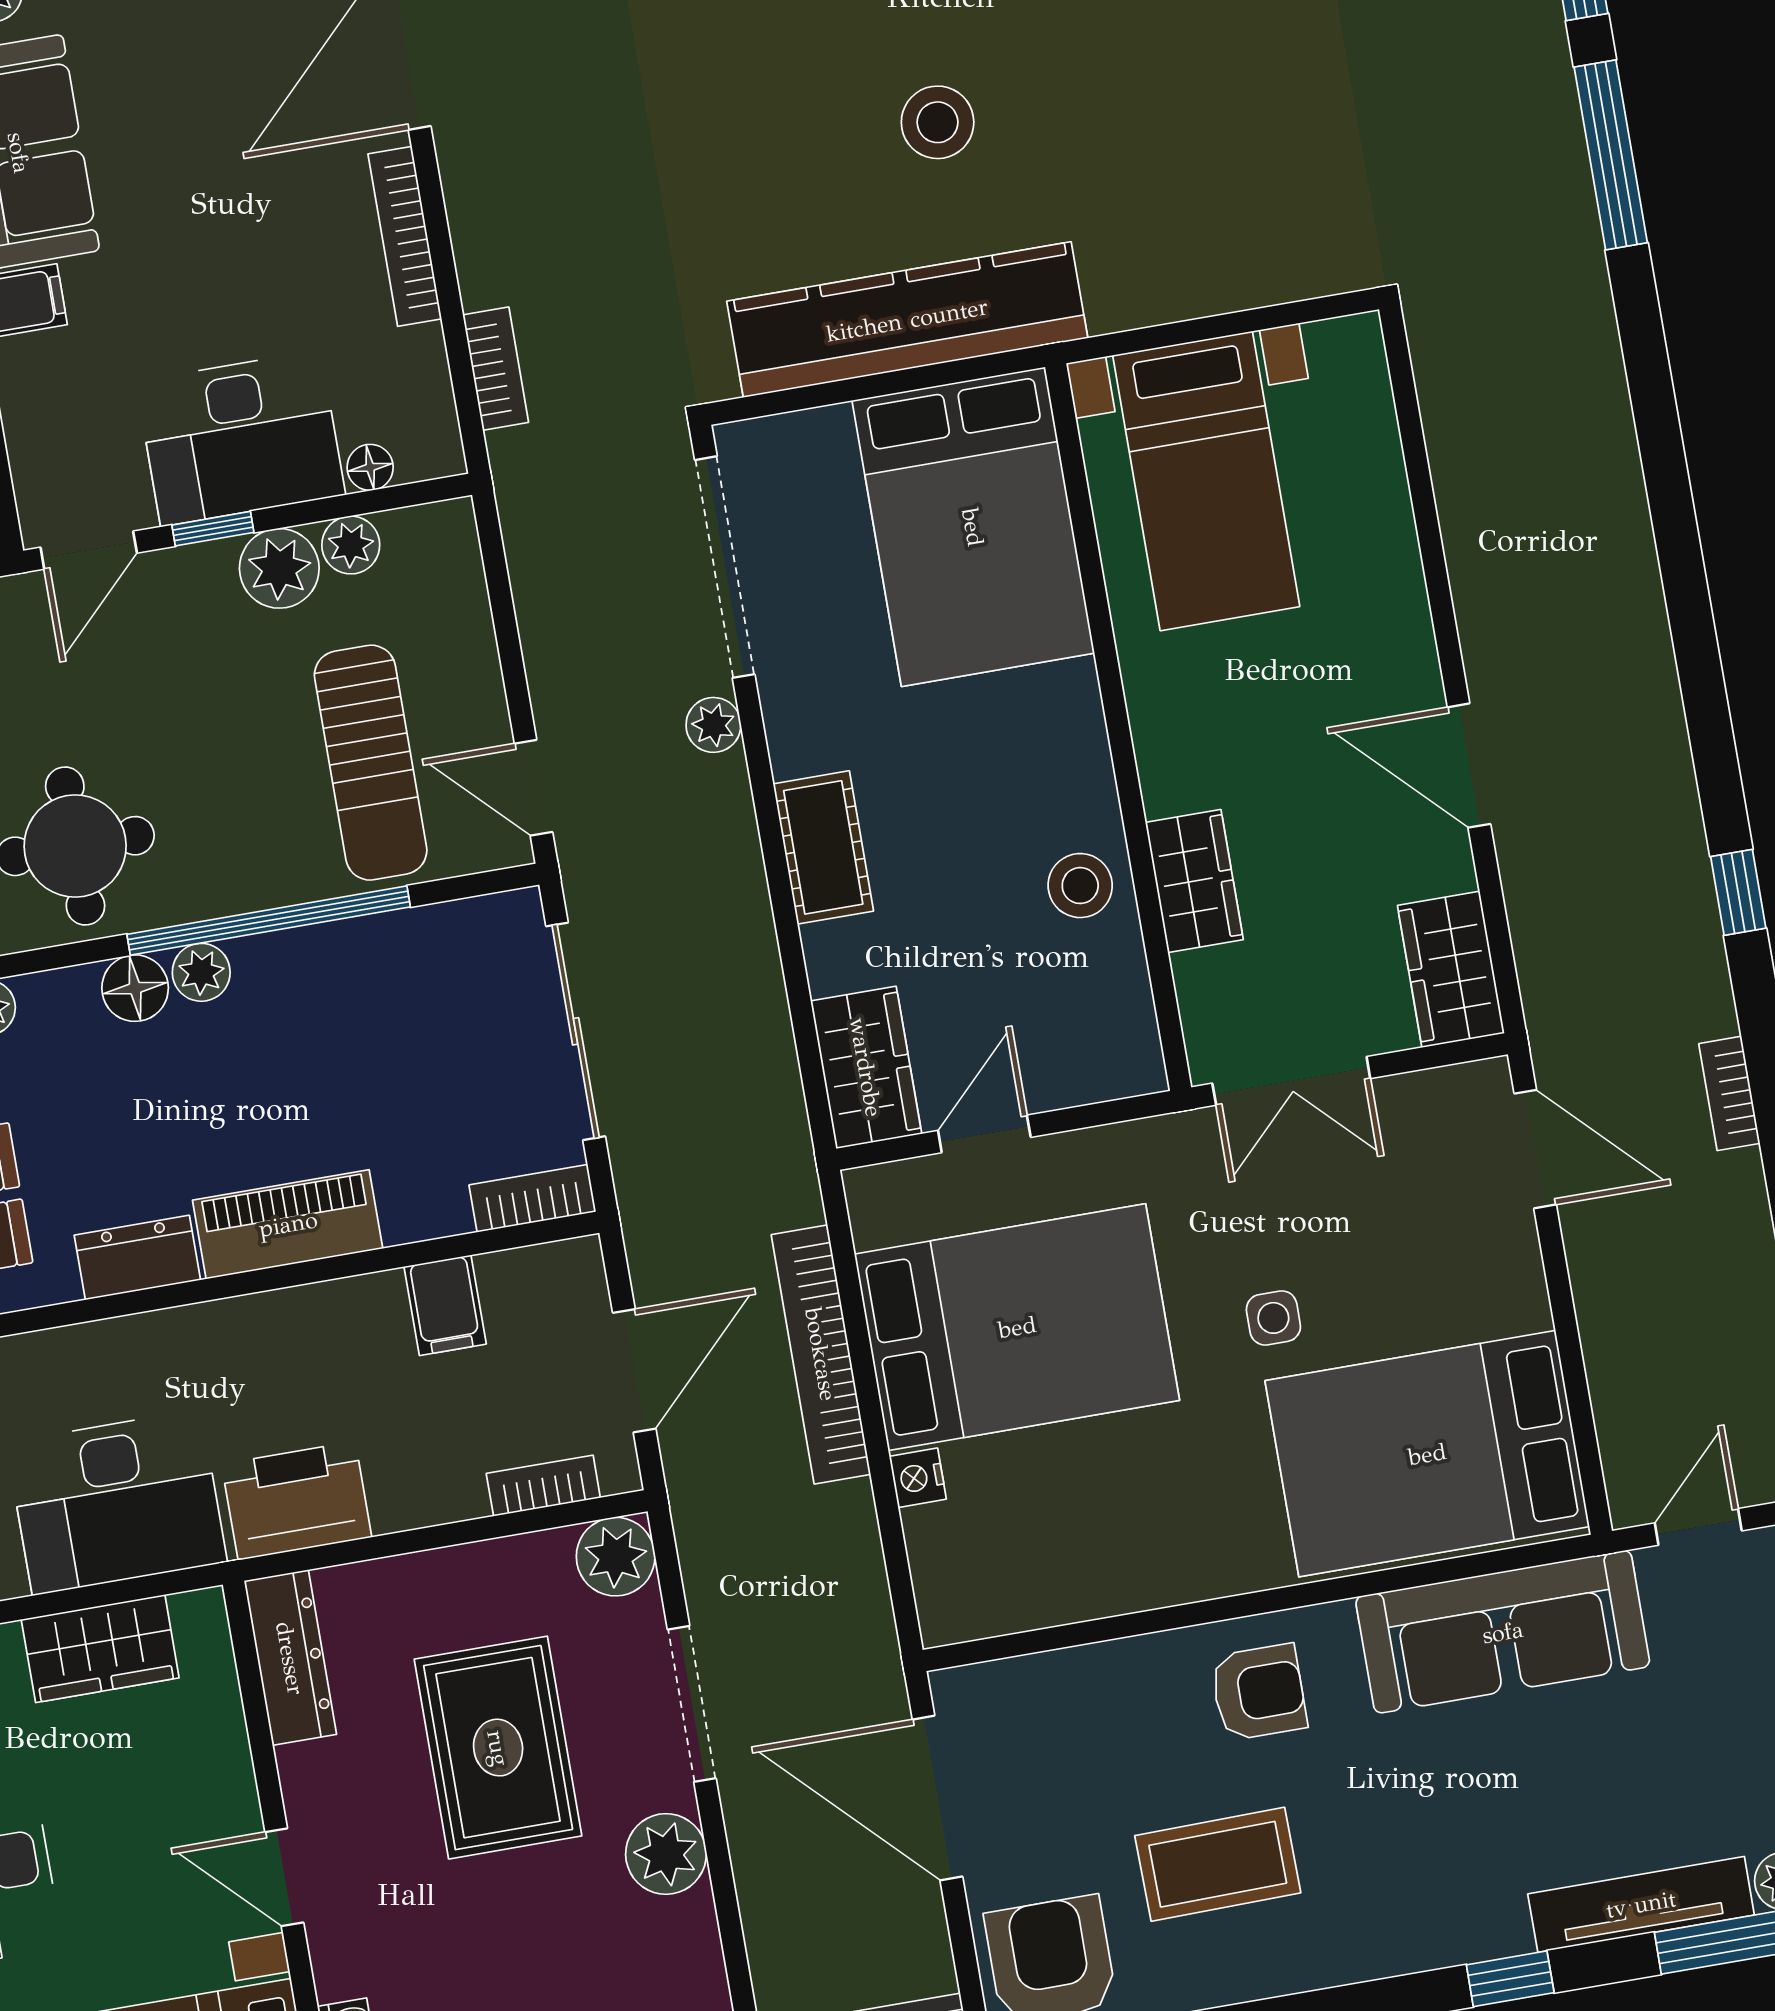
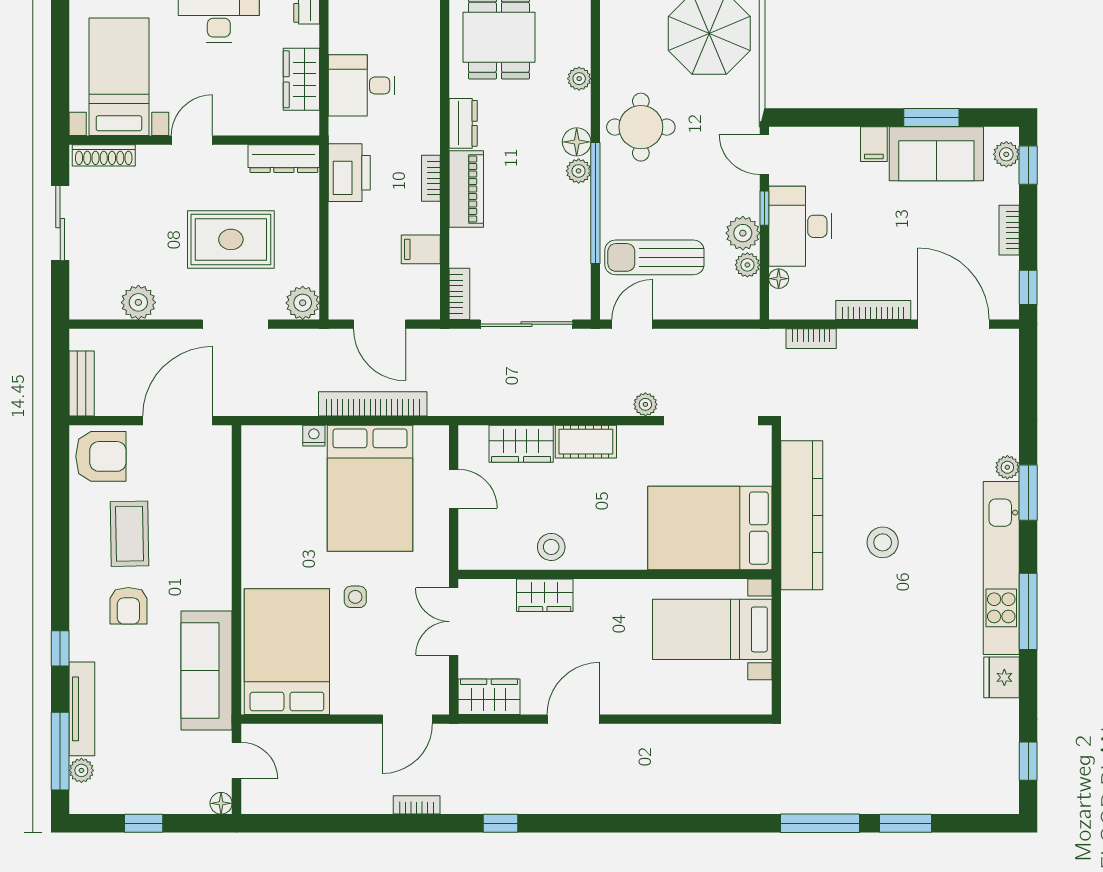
wardrobe: (866, 1067) -> (521, 444), moved
bookcase: (543, 1486) -> (431, 178), moved, turned 180
desk: (117, 1502) -> (362, 85), width x0.73
armchair: (1259, 1692) -> (128, 606), moved
plant: (666, 1854) -> (138, 302), moved

